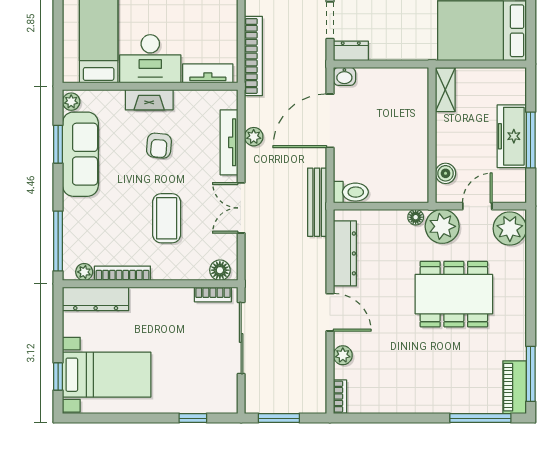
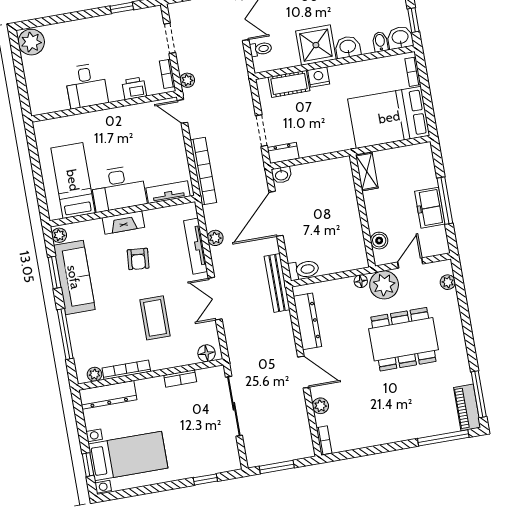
freezer: (512, 136) -> (430, 208), width x0.71
plant: (510, 228) -> (448, 282), width x0.53, depth x0.53
window: (58, 241) -> (65, 334), moved
bookcase: (213, 294) -> (180, 379), moved

